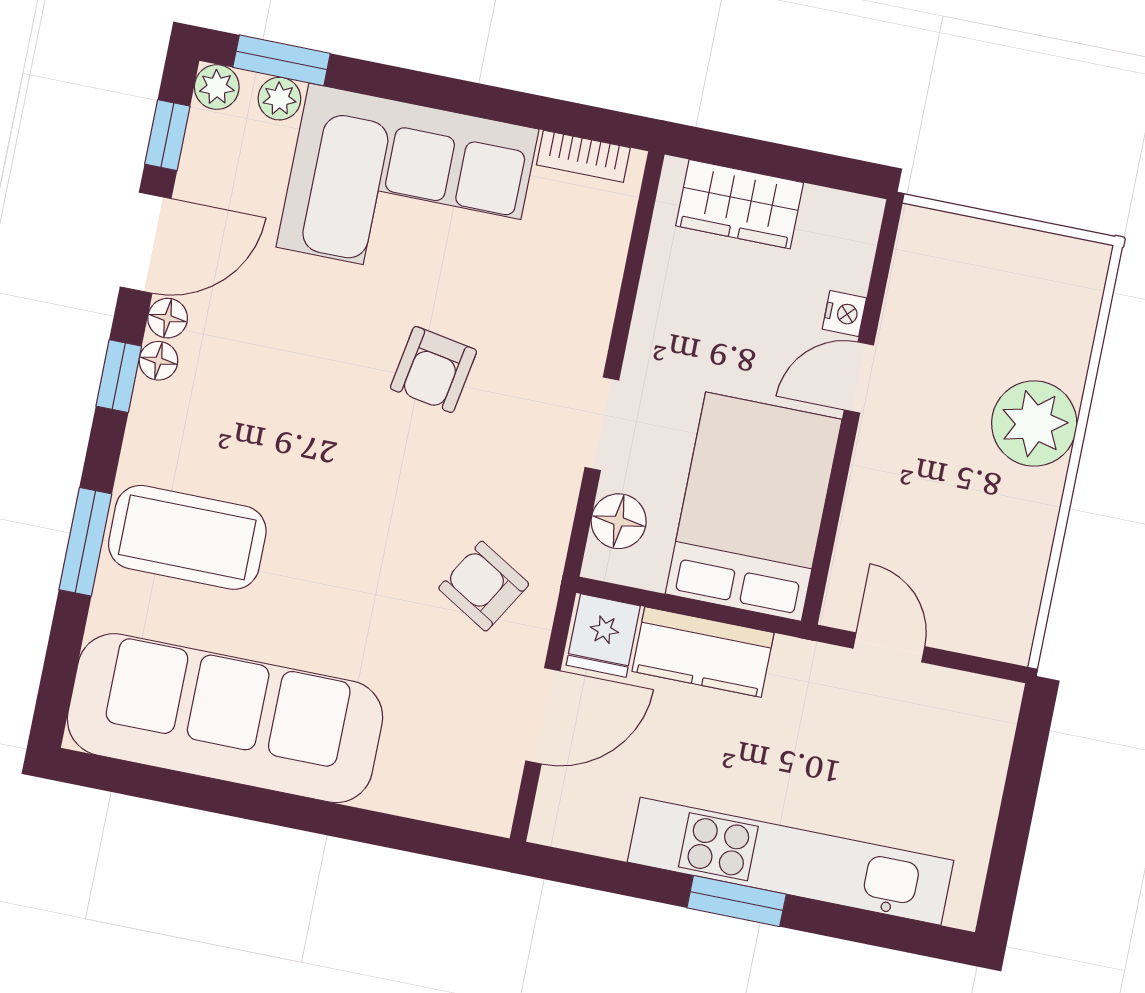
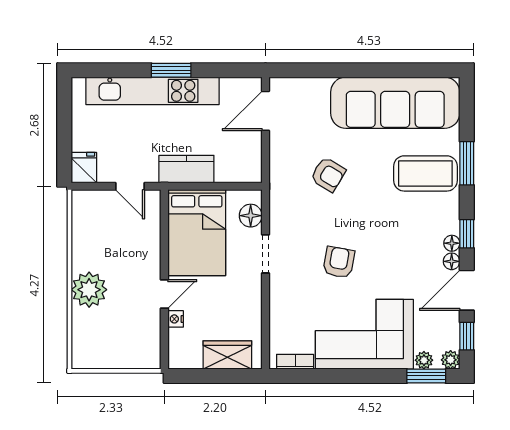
armchair: (484, 586) -> (328, 174), moved
fridge: (603, 635) -> (84, 168), moved
kitchen counter: (703, 652) -> (186, 169), moved
door: (543, 716) -> (266, 111), moved

